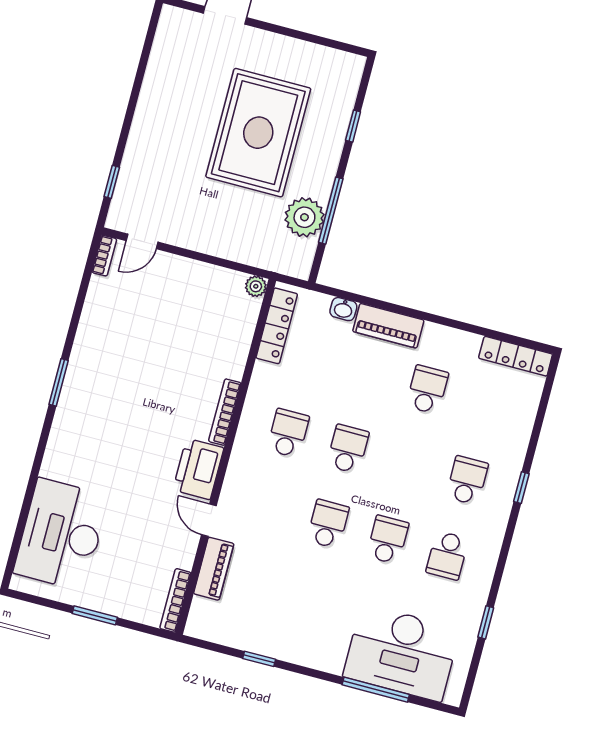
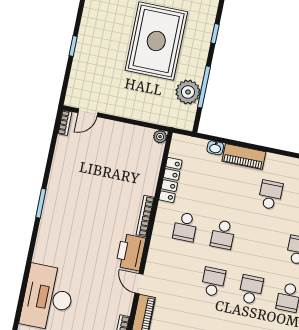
window: (112, 182) -> (73, 46), moved
locker: (277, 326) -> (170, 180), moved
school desk: (288, 433) -> (185, 227), turned 180
school desk: (348, 449) -> (223, 235), turned 180

